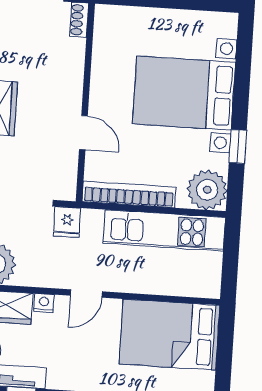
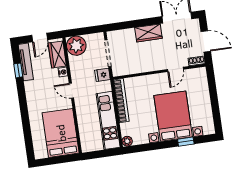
door: (83, 133) -> (175, 69), moved
window: (238, 147) -> (186, 142), moved
plant: (207, 190) -> (127, 141), width x0.53, depth x0.53

